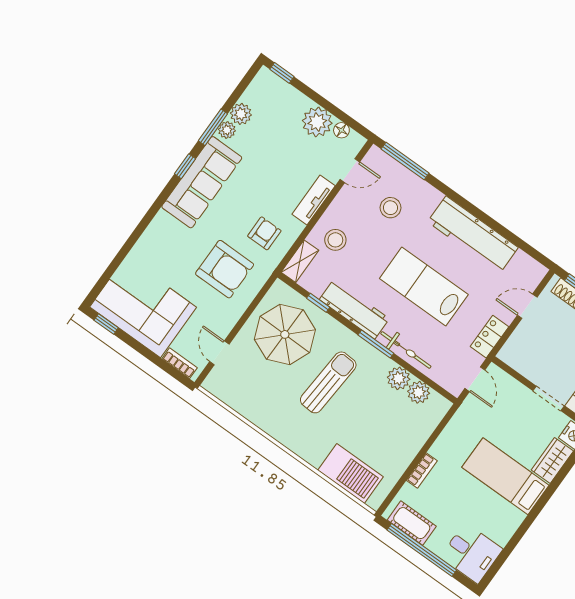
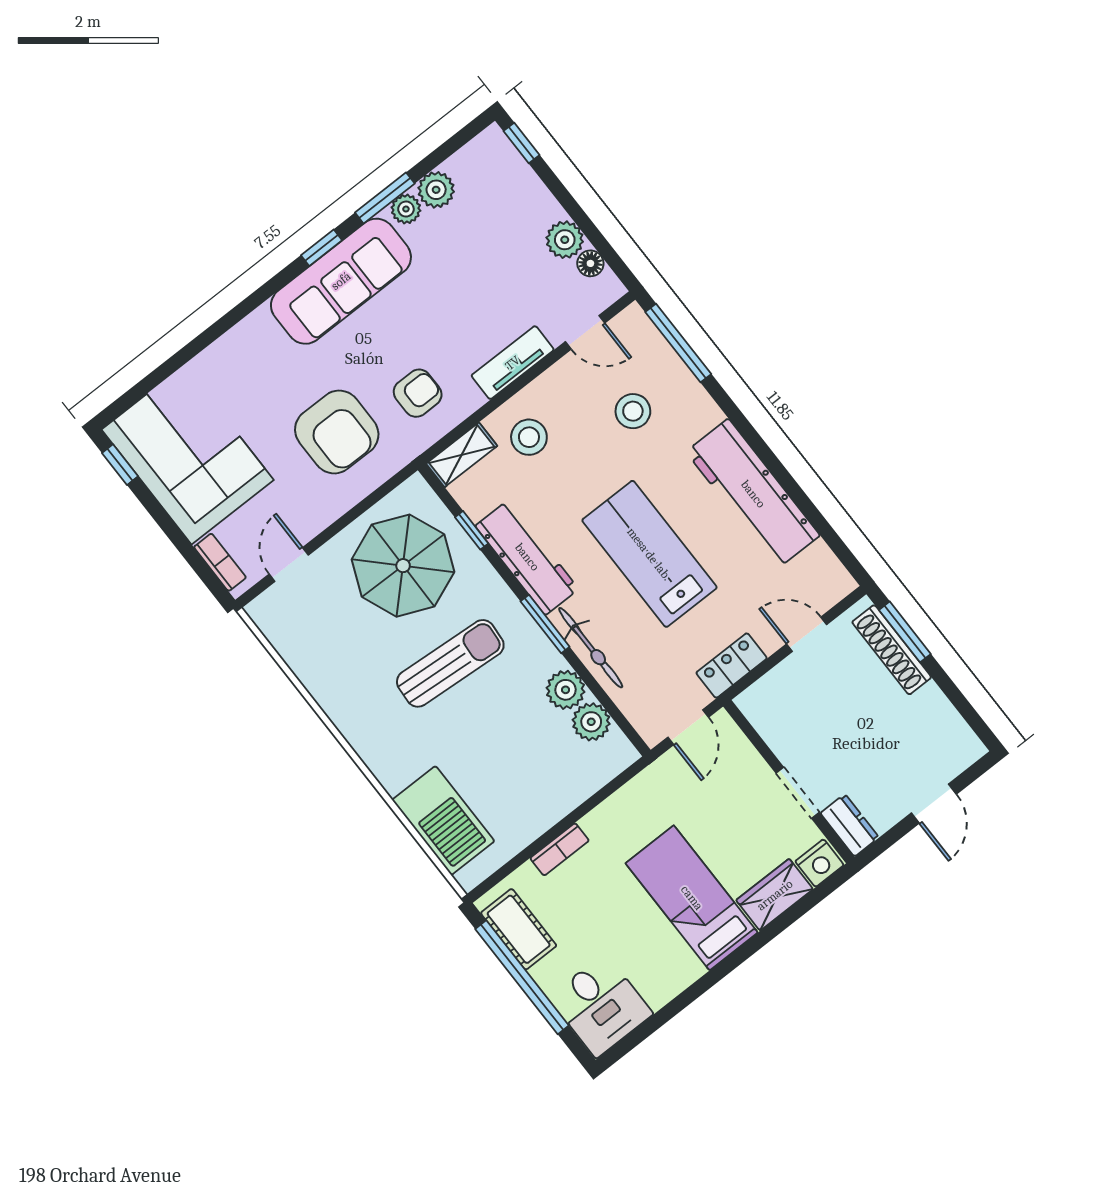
plant: (317, 122) -> (565, 240), width x0.73, depth x0.73

